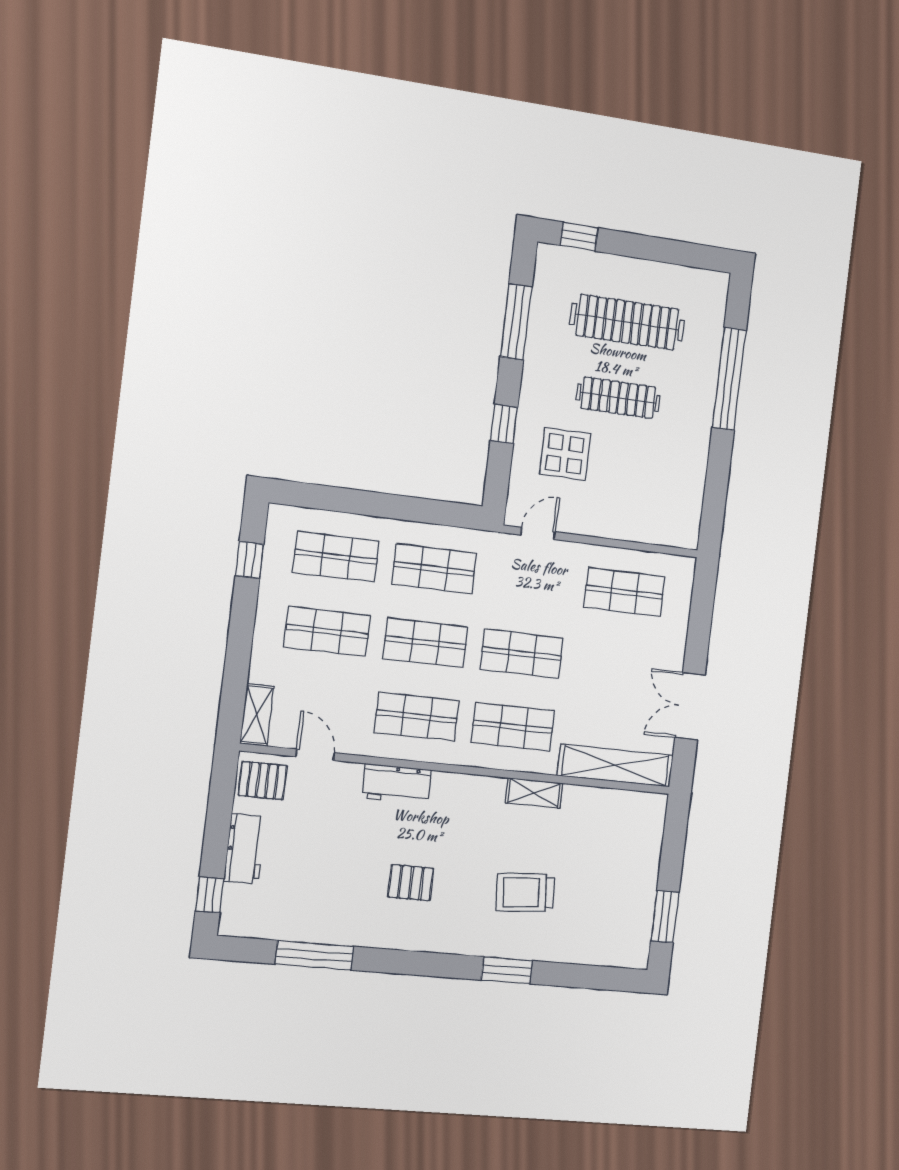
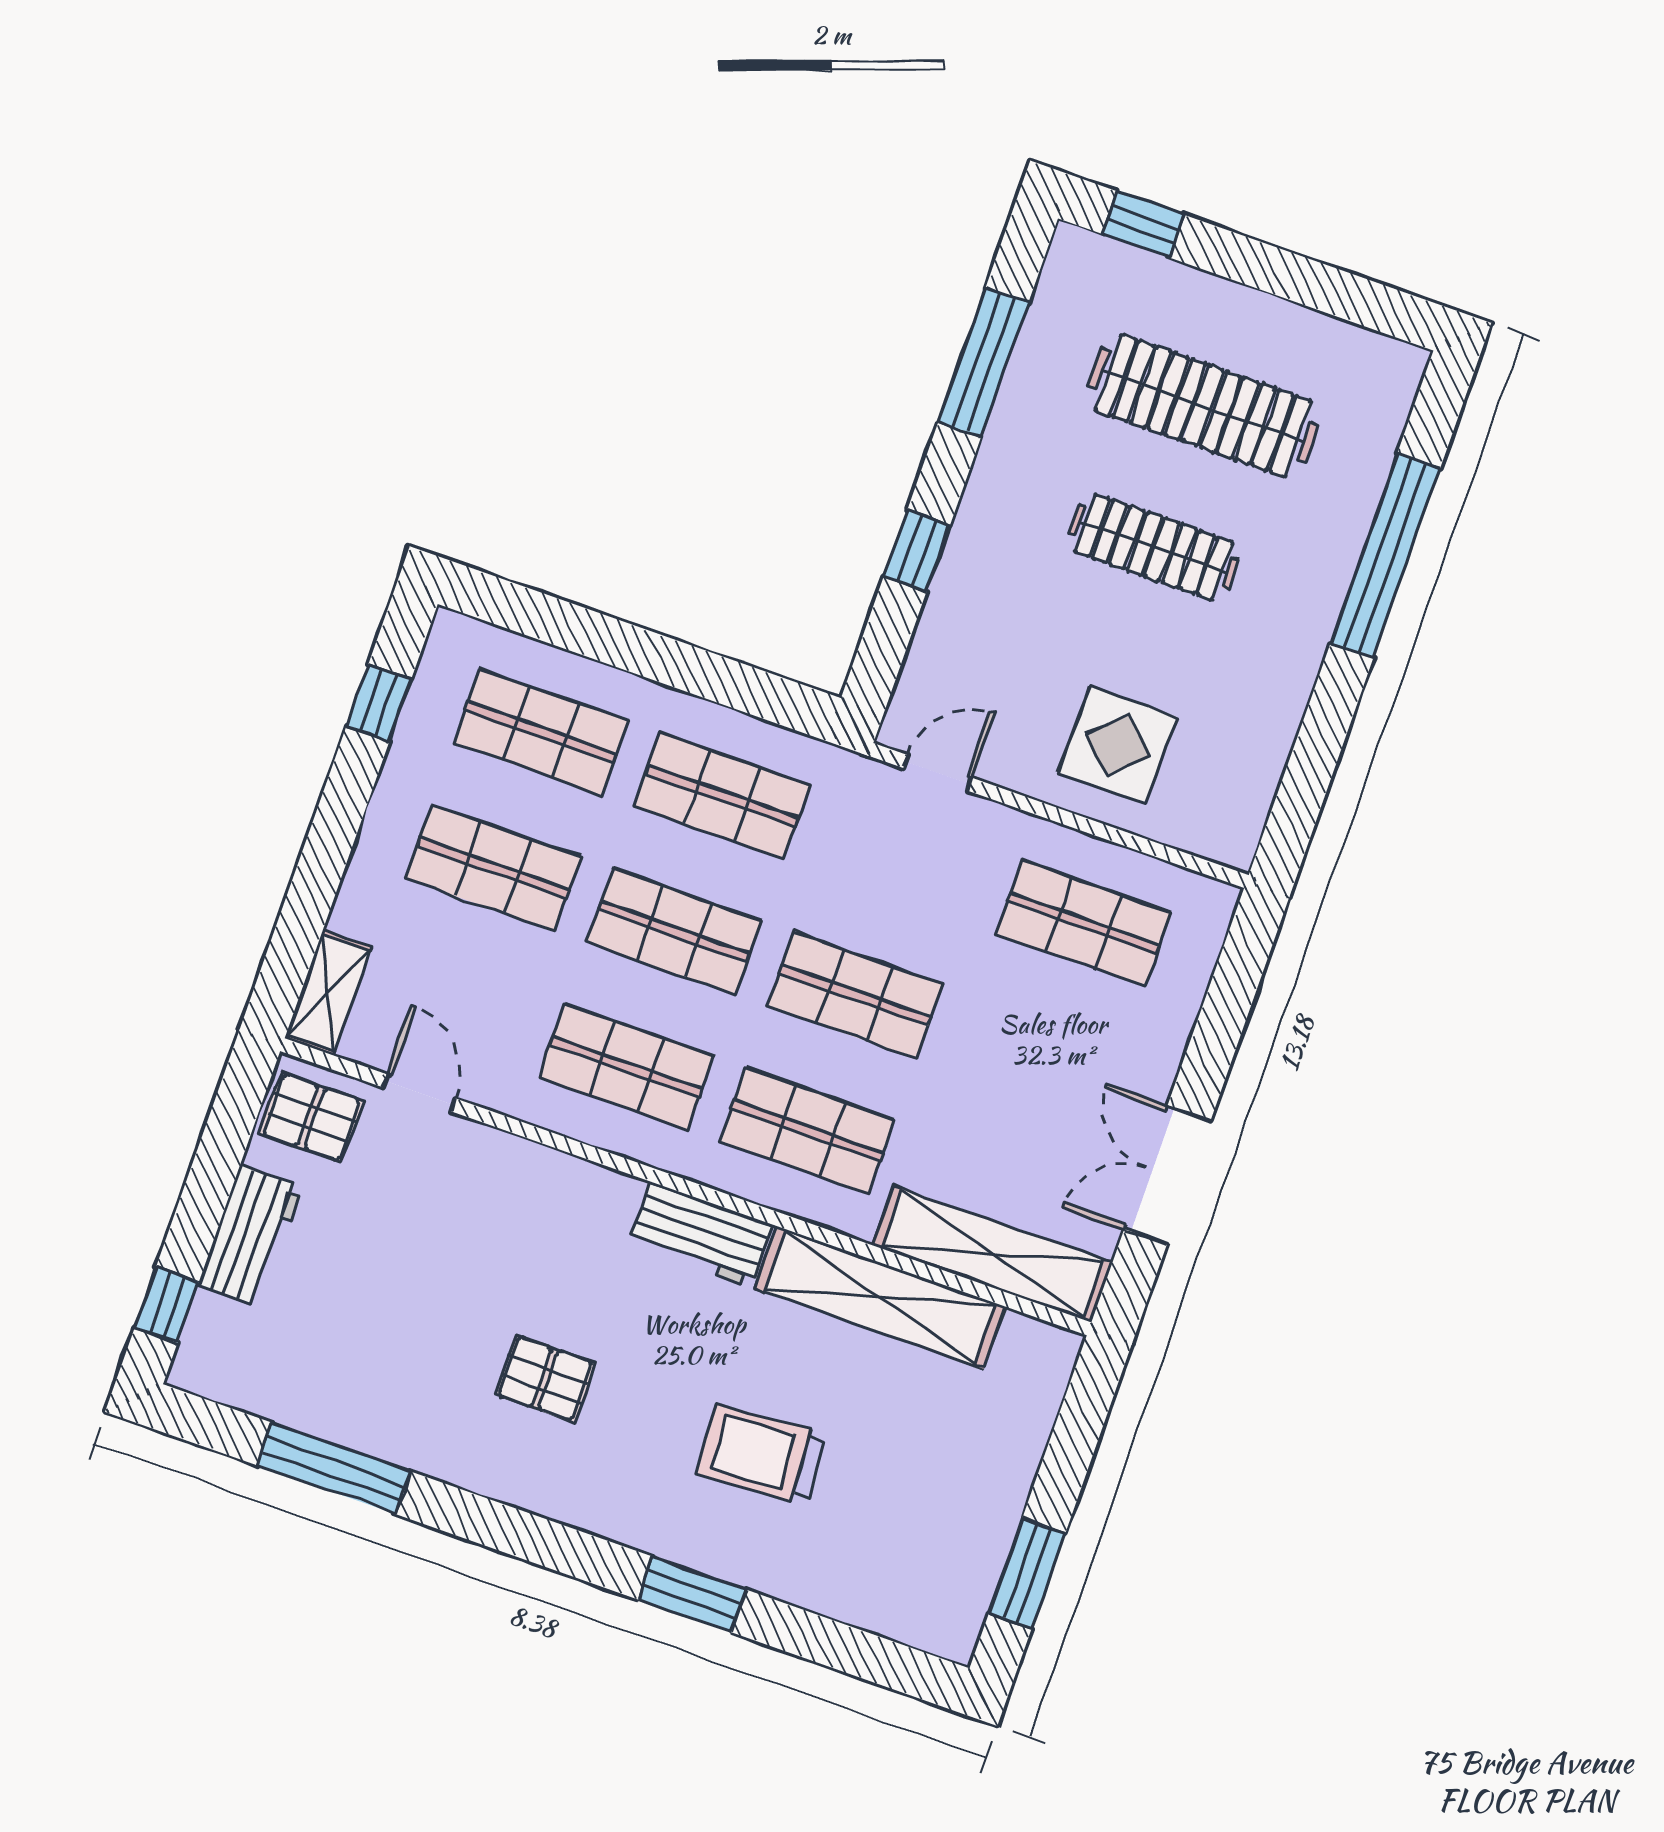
display table: (565, 454) -> (1118, 745), moved
workbench: (397, 784) -> (700, 1235), moved
shelving: (534, 793) -> (880, 1297), width x2.20, depth x1.33

